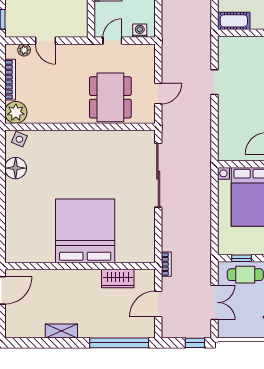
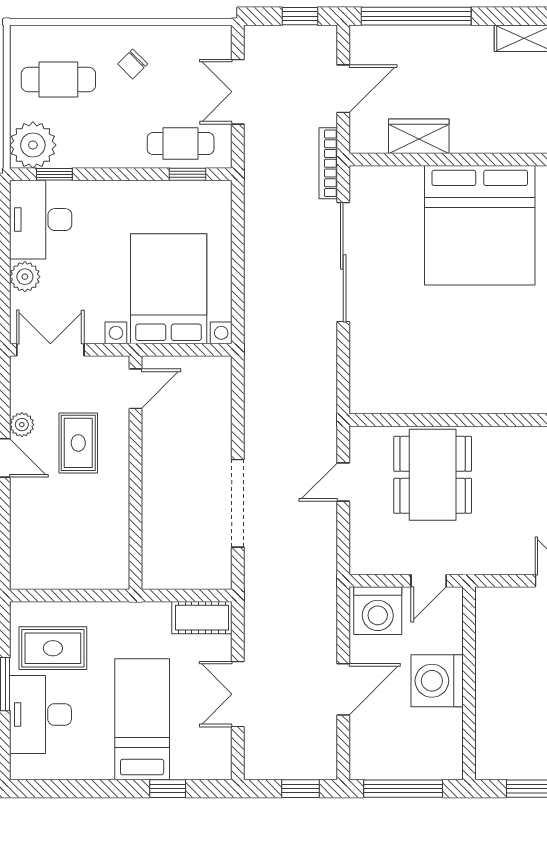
washing machine: (140, 31) -> (378, 611), width x1.89, depth x1.89
doorway: (215, 82) -> (238, 503), width x1.87
sliding door: (158, 175) -> (343, 262), moved
bookcase: (166, 264) -> (328, 163), width x1.56
window: (195, 343) -> (300, 16), moved

